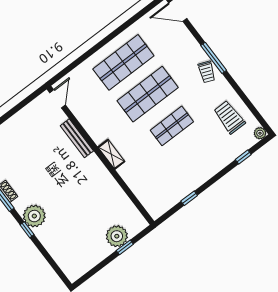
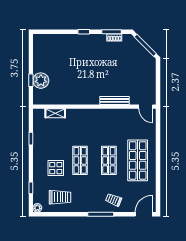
trolley: (207, 72) -> (114, 200), moved
shop shelf: (148, 94) -> (109, 160), width x0.70, depth x0.74
display table: (201, 146) -> (56, 168), added
shelving: (111, 154) -> (55, 113), moved
plant: (34, 216) -> (88, 42), removed

